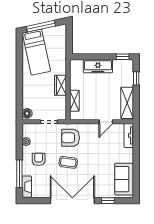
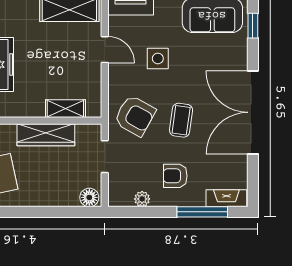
wardrobe: (60, 85) -> (46, 135), width x1.50
armchair: (71, 138) -> (135, 116), turned -61
side table: (101, 150) -> (158, 58), added
window: (108, 201) -> (253, 26), moved

